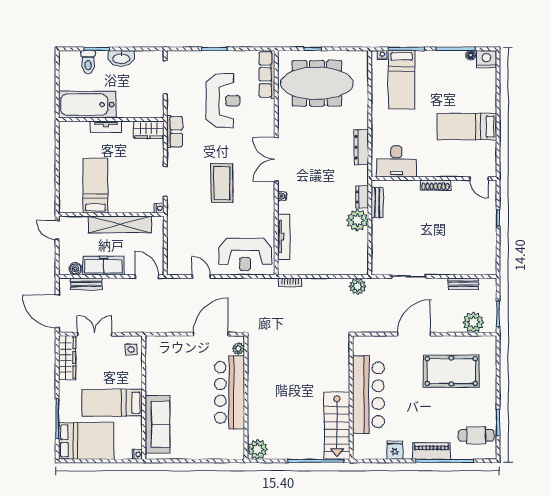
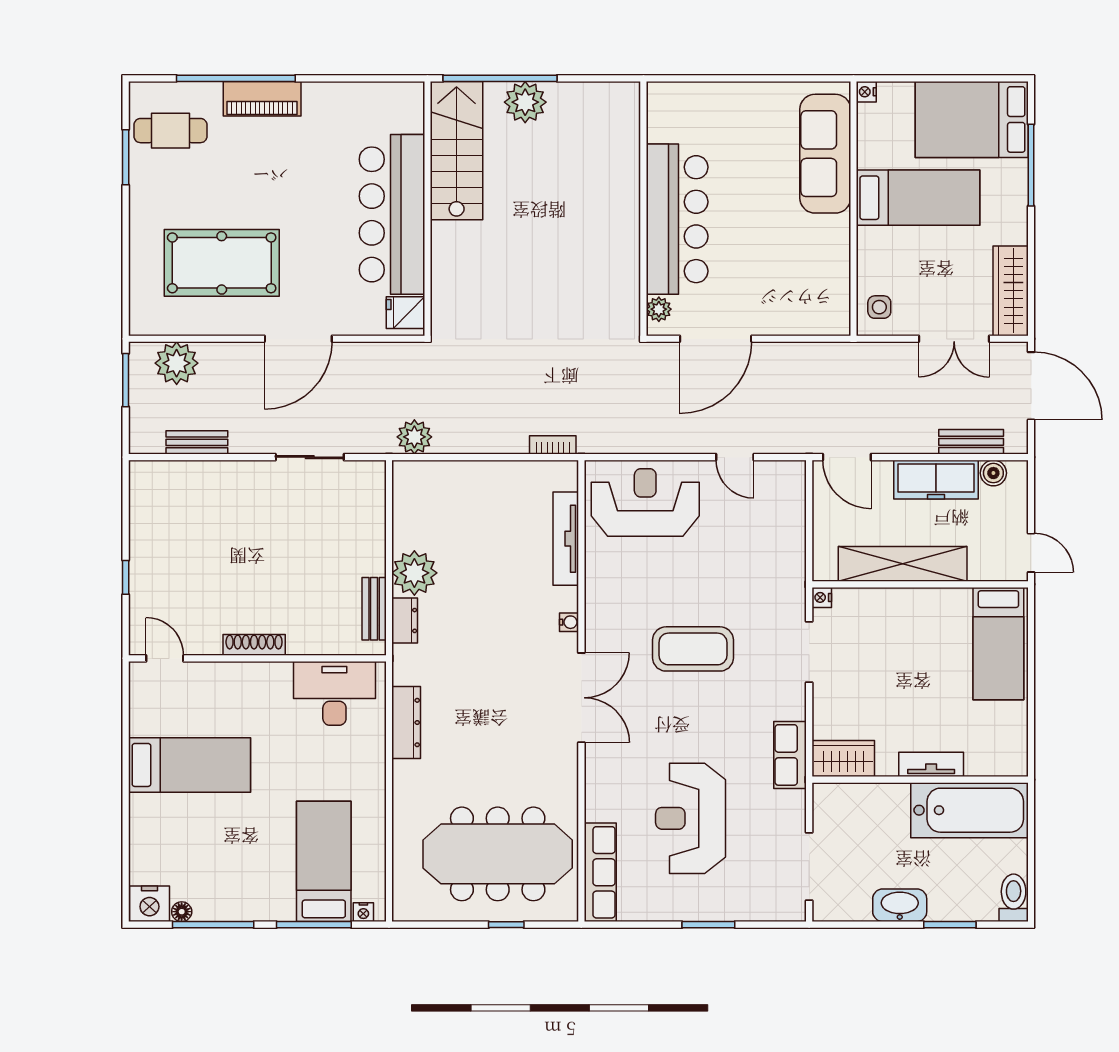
toilet: (88, 62) -> (1014, 898), moved
coffee table: (222, 183) -> (693, 649), turned 90
bed: (95, 186) -> (998, 644), moved
plant: (257, 449) -> (525, 102), moved
fridge: (395, 450) -> (405, 313), moved, turned 90

